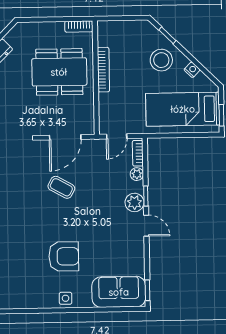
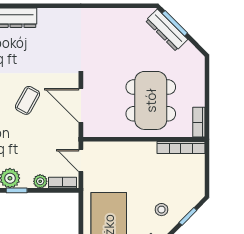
stool: (161, 60) -> (161, 210), width x0.53, depth x0.53
bookcase: (103, 70) -> (181, 148), moved

